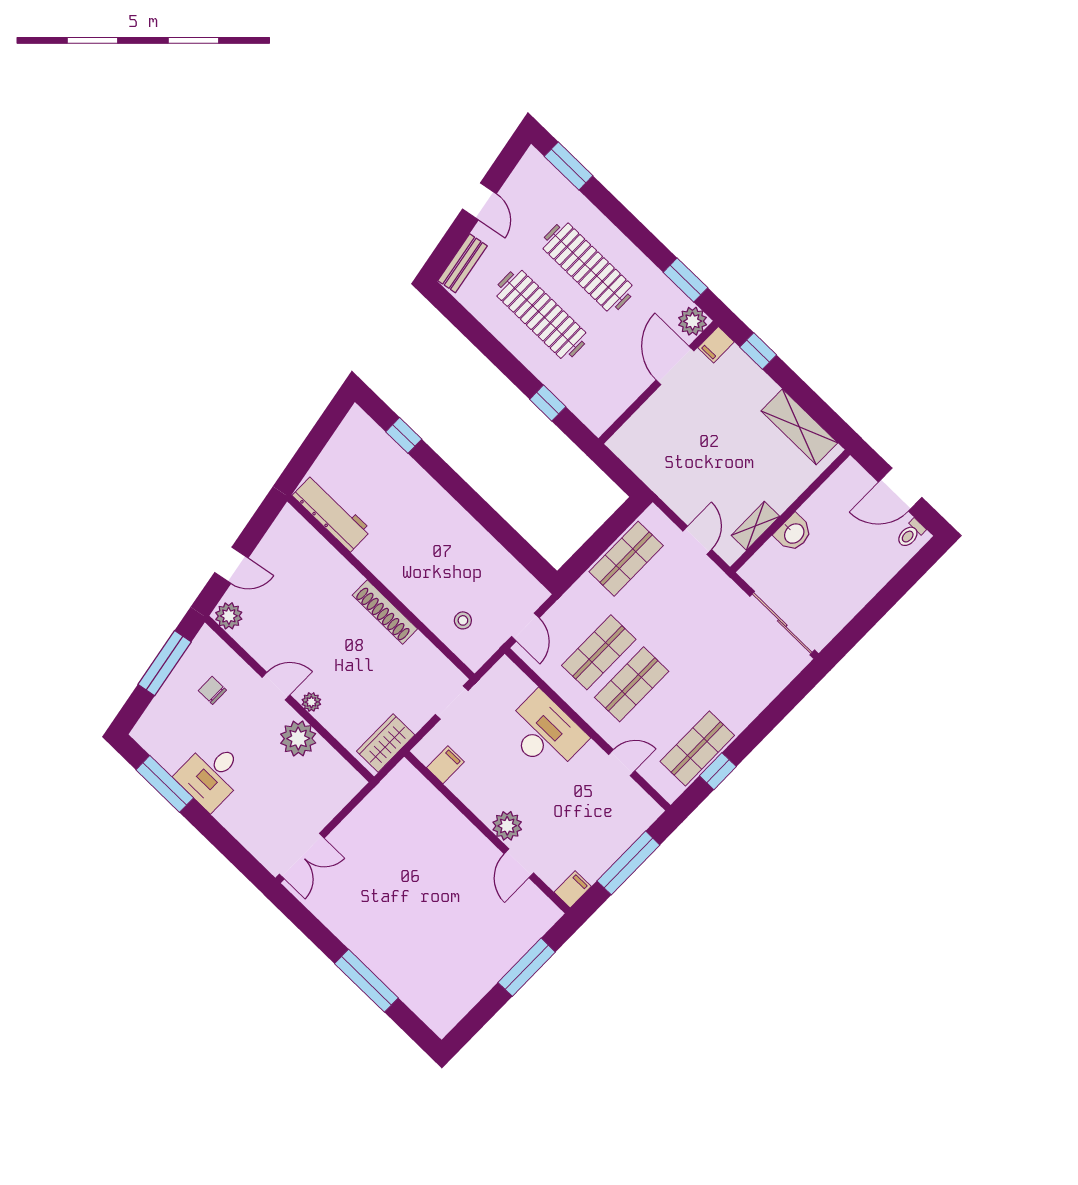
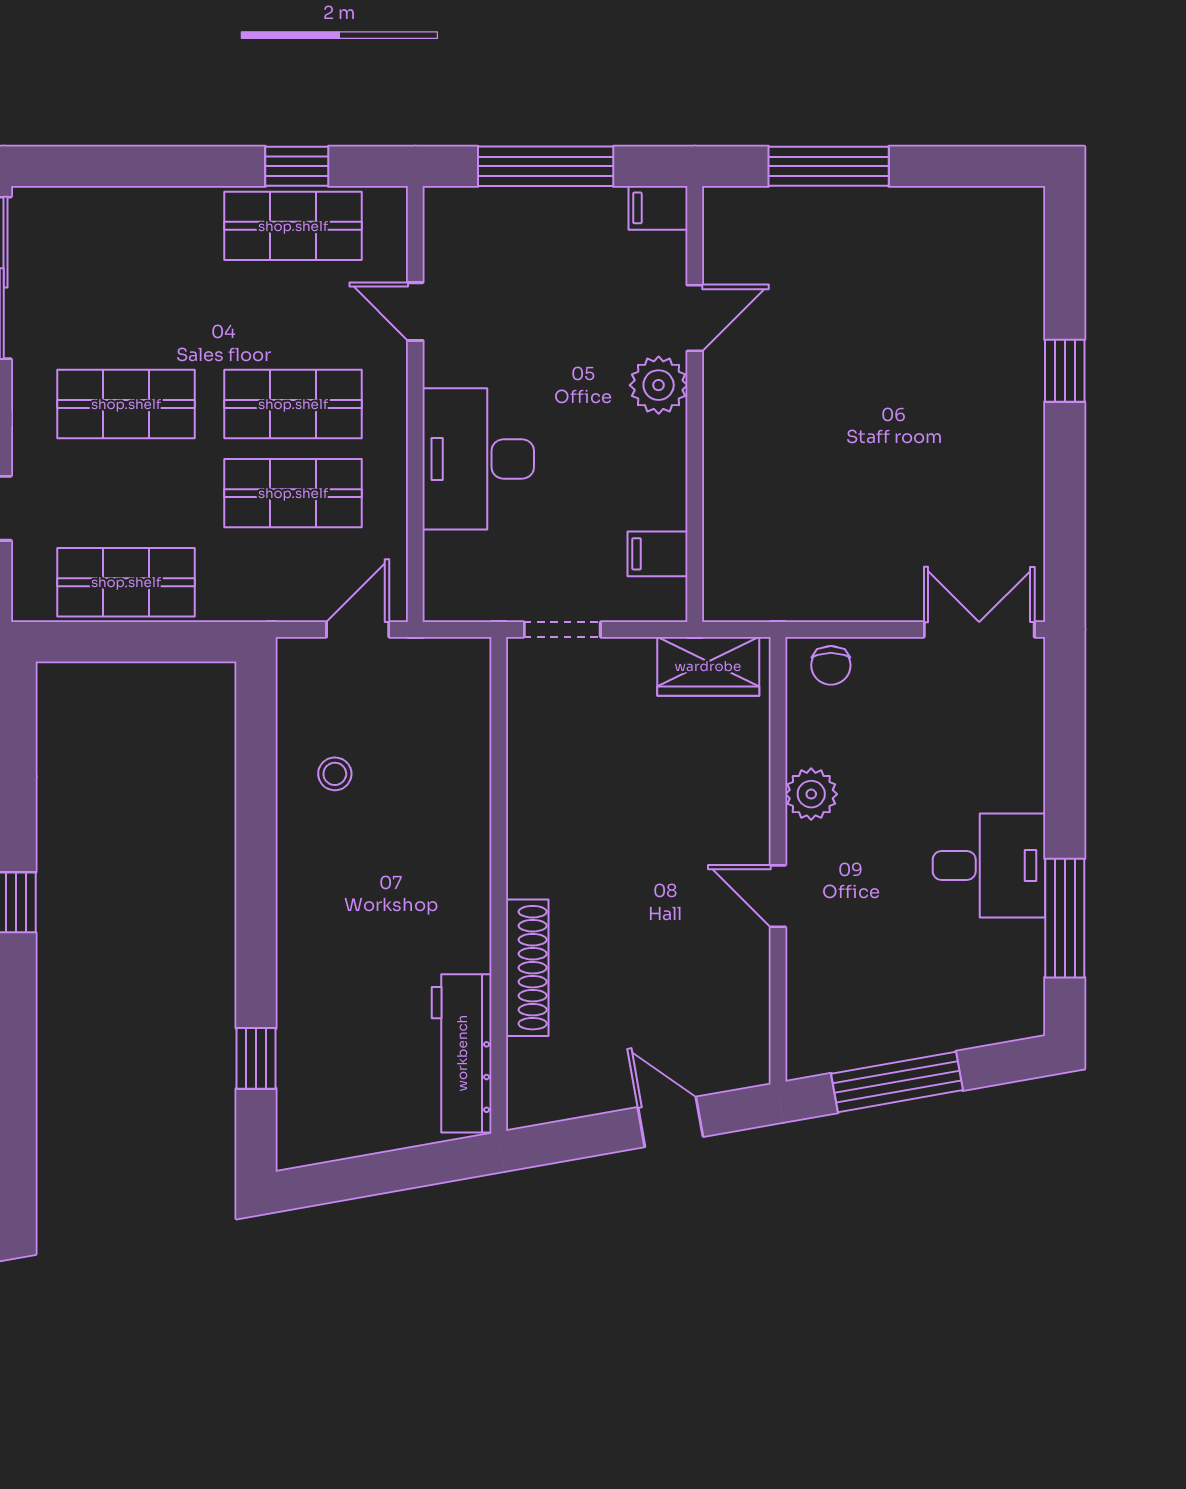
shoe rack: (385, 612) -> (527, 968), moved
plant: (229, 616) -> (744, 1057), removed
stool: (463, 620) -> (335, 774), moved
shop shelf: (692, 623) -> (126, 404), added
chair: (212, 690) -> (831, 665), moved
plant: (311, 702) -> (752, 825), removed
plant: (298, 739) -> (811, 794), width x0.73, depth x0.73
window: (366, 981) -> (1065, 371), width x0.46

